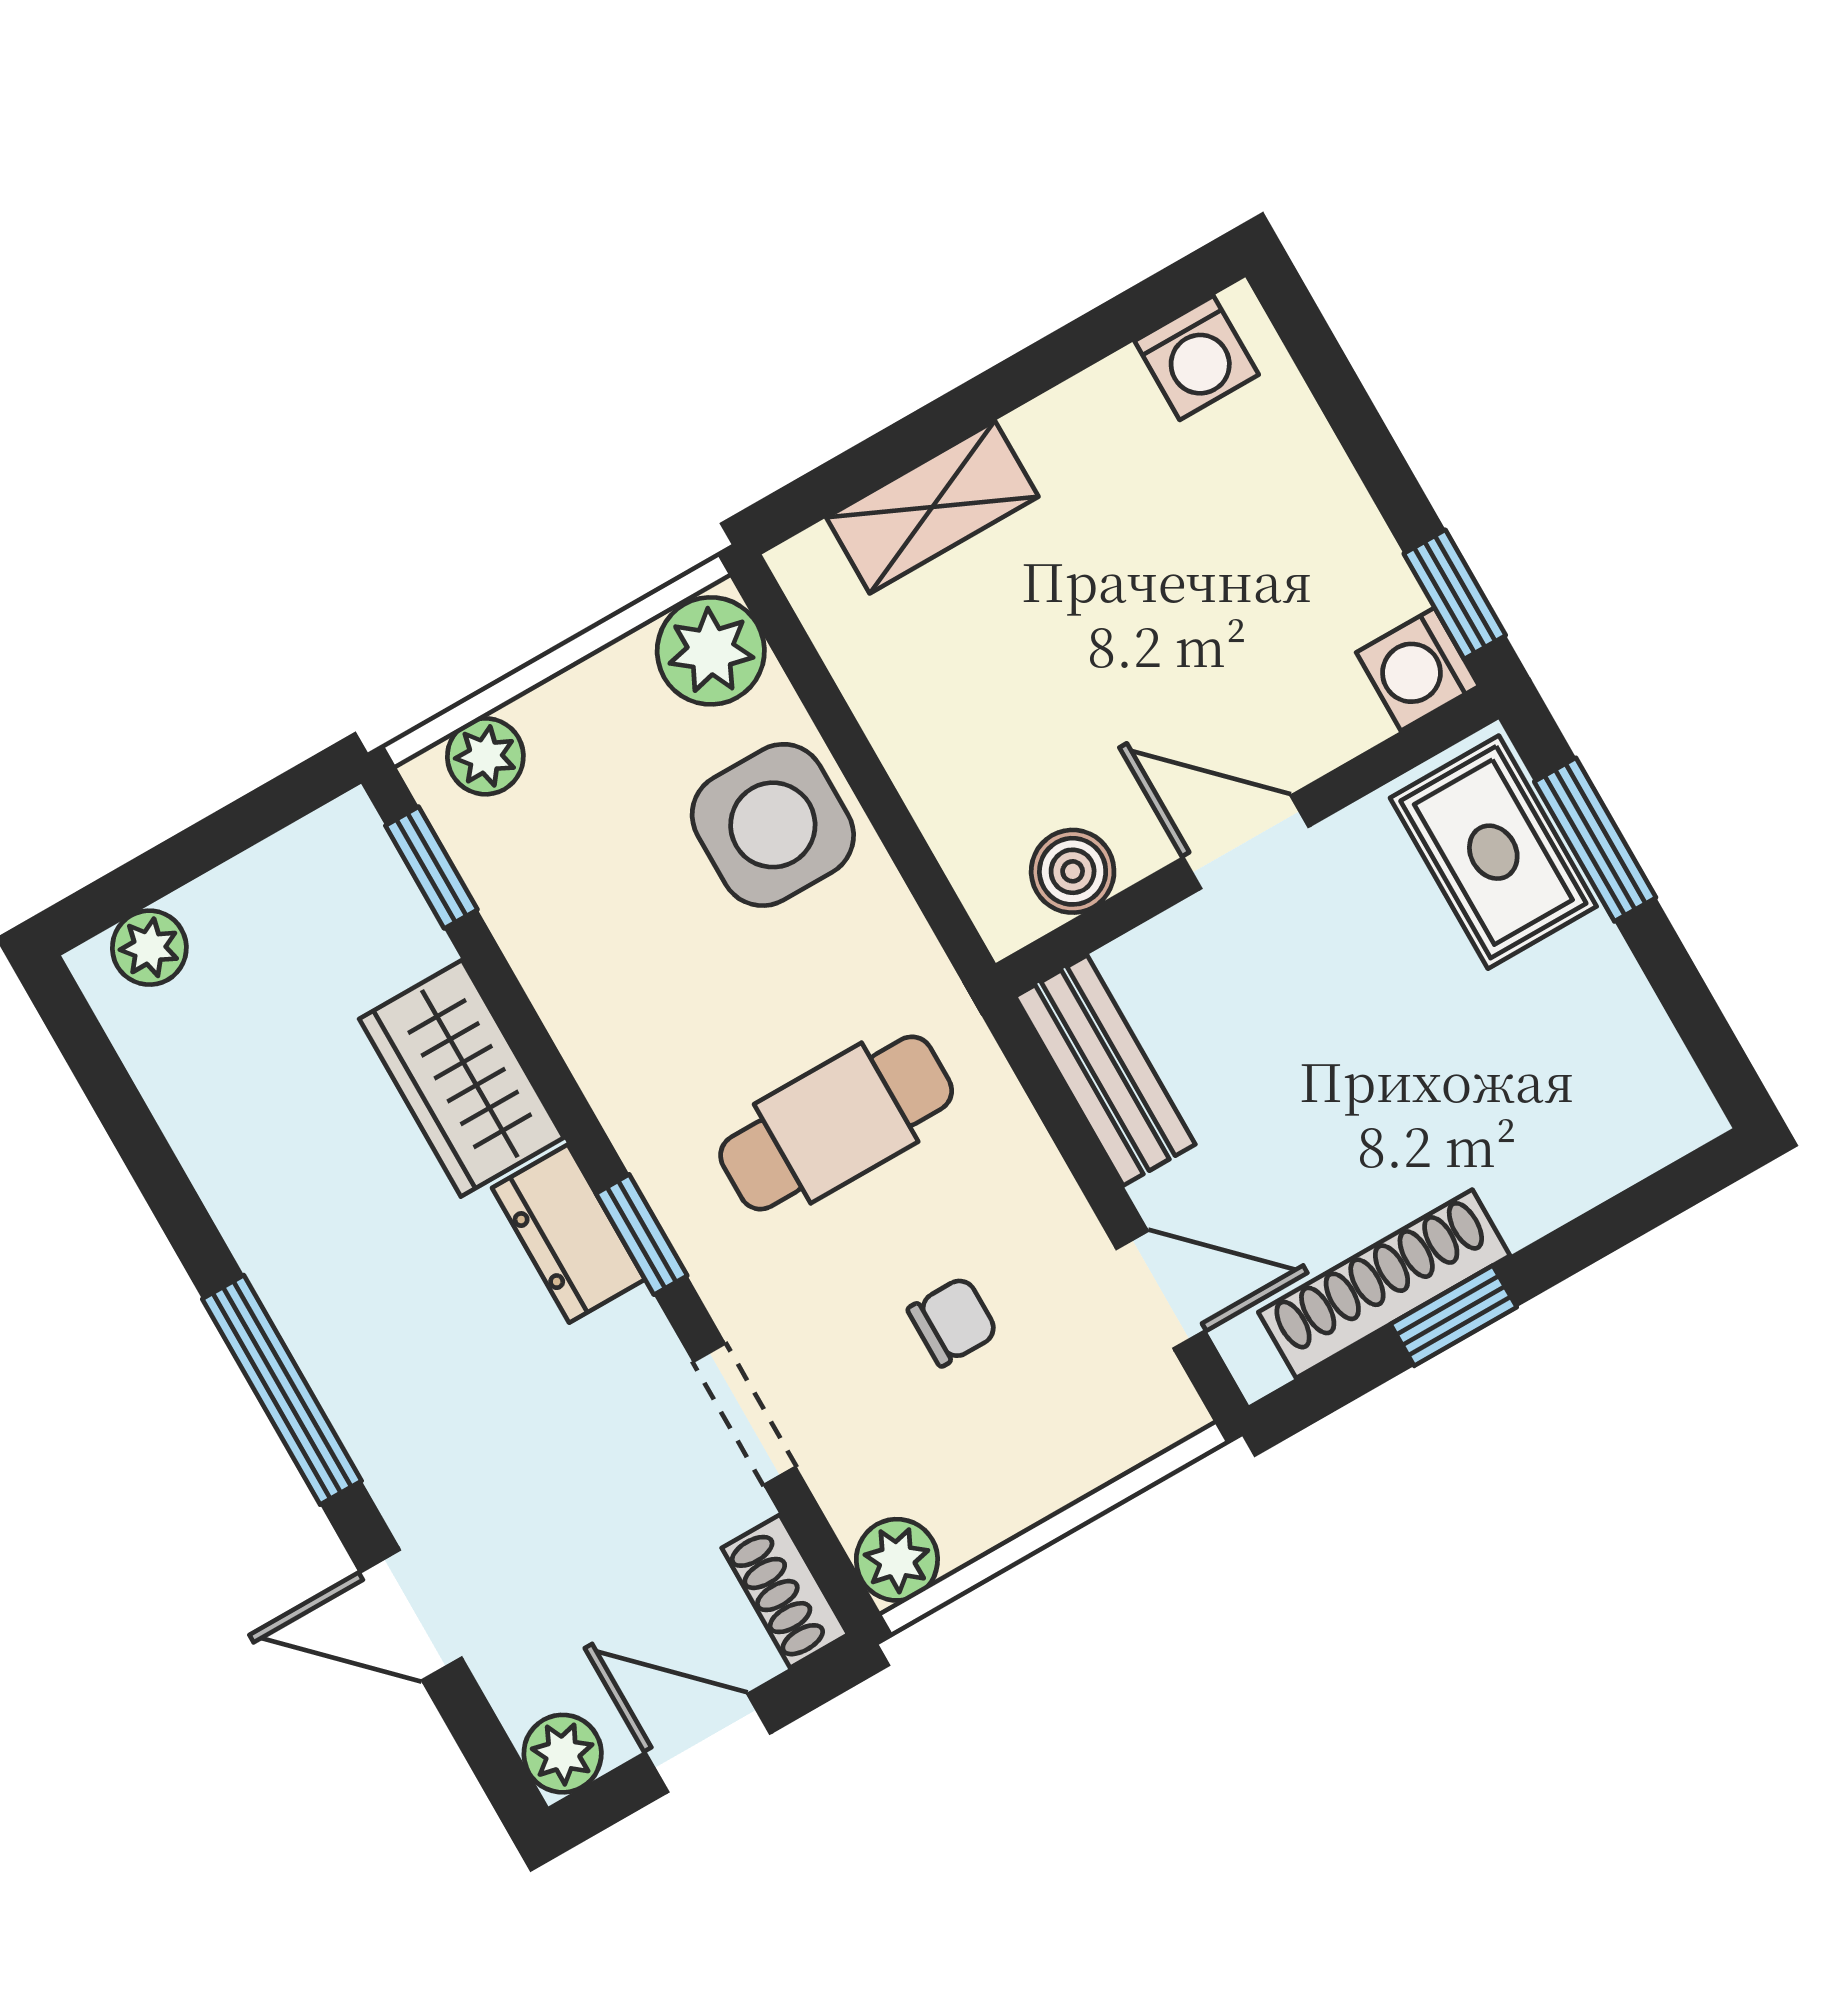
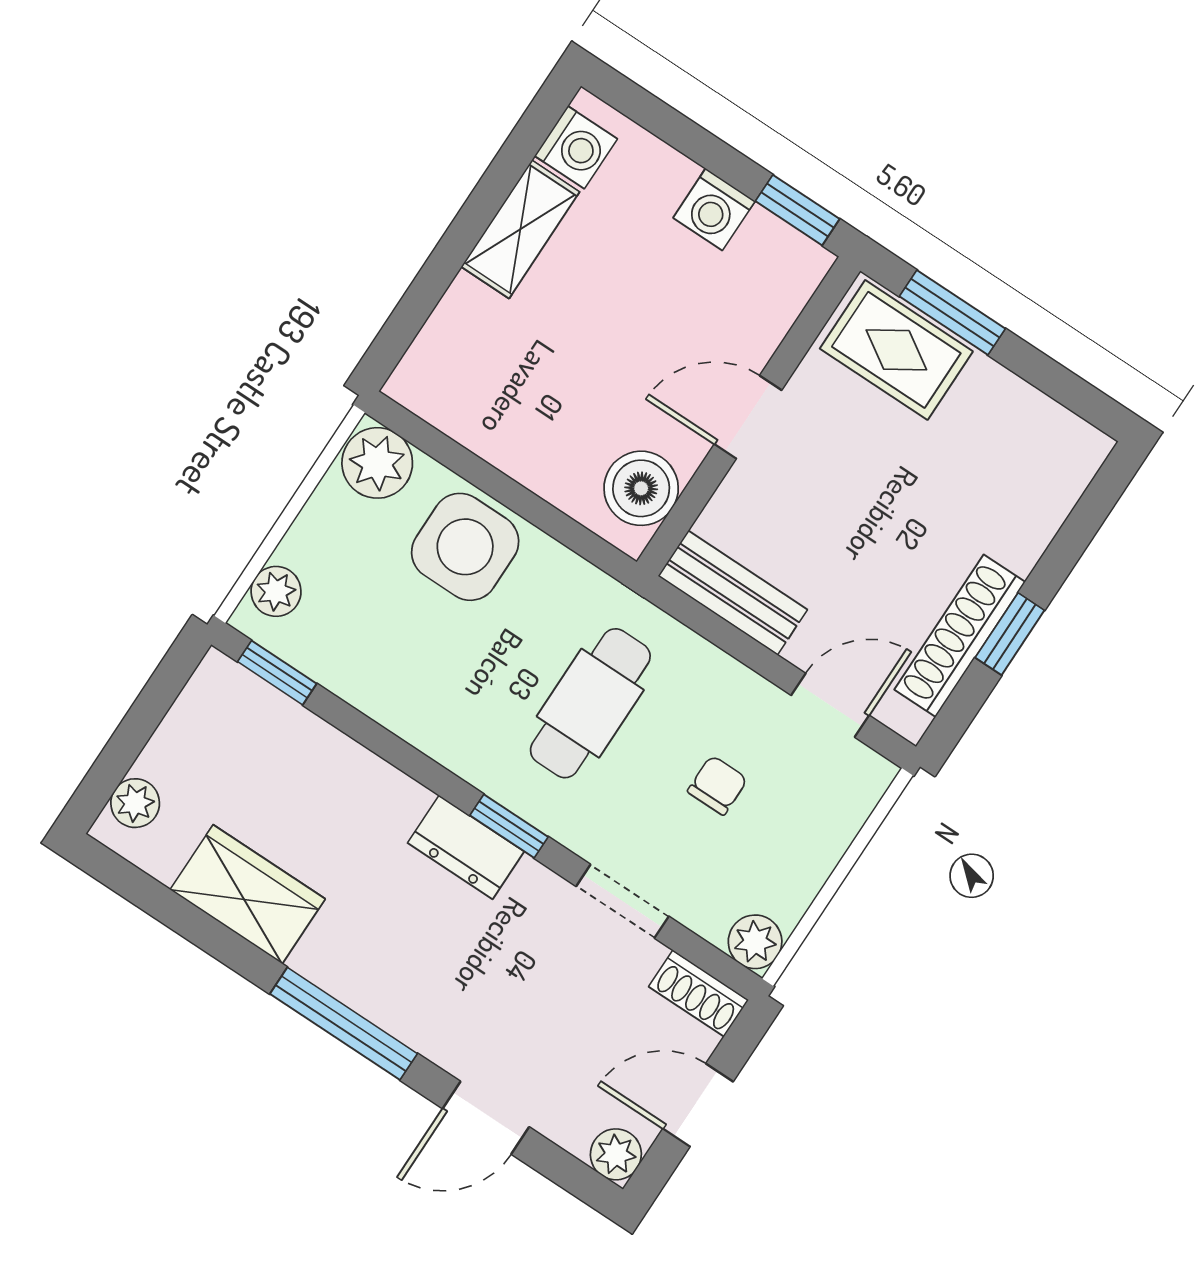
shelving: (932, 507) -> (520, 229), moved
washing machine: (1418, 669) -> (714, 209), moved
boiler: (1073, 871) -> (641, 488), width x1.36, depth x1.36
wardrobe: (462, 1078) -> (248, 894), moved, turned 180

